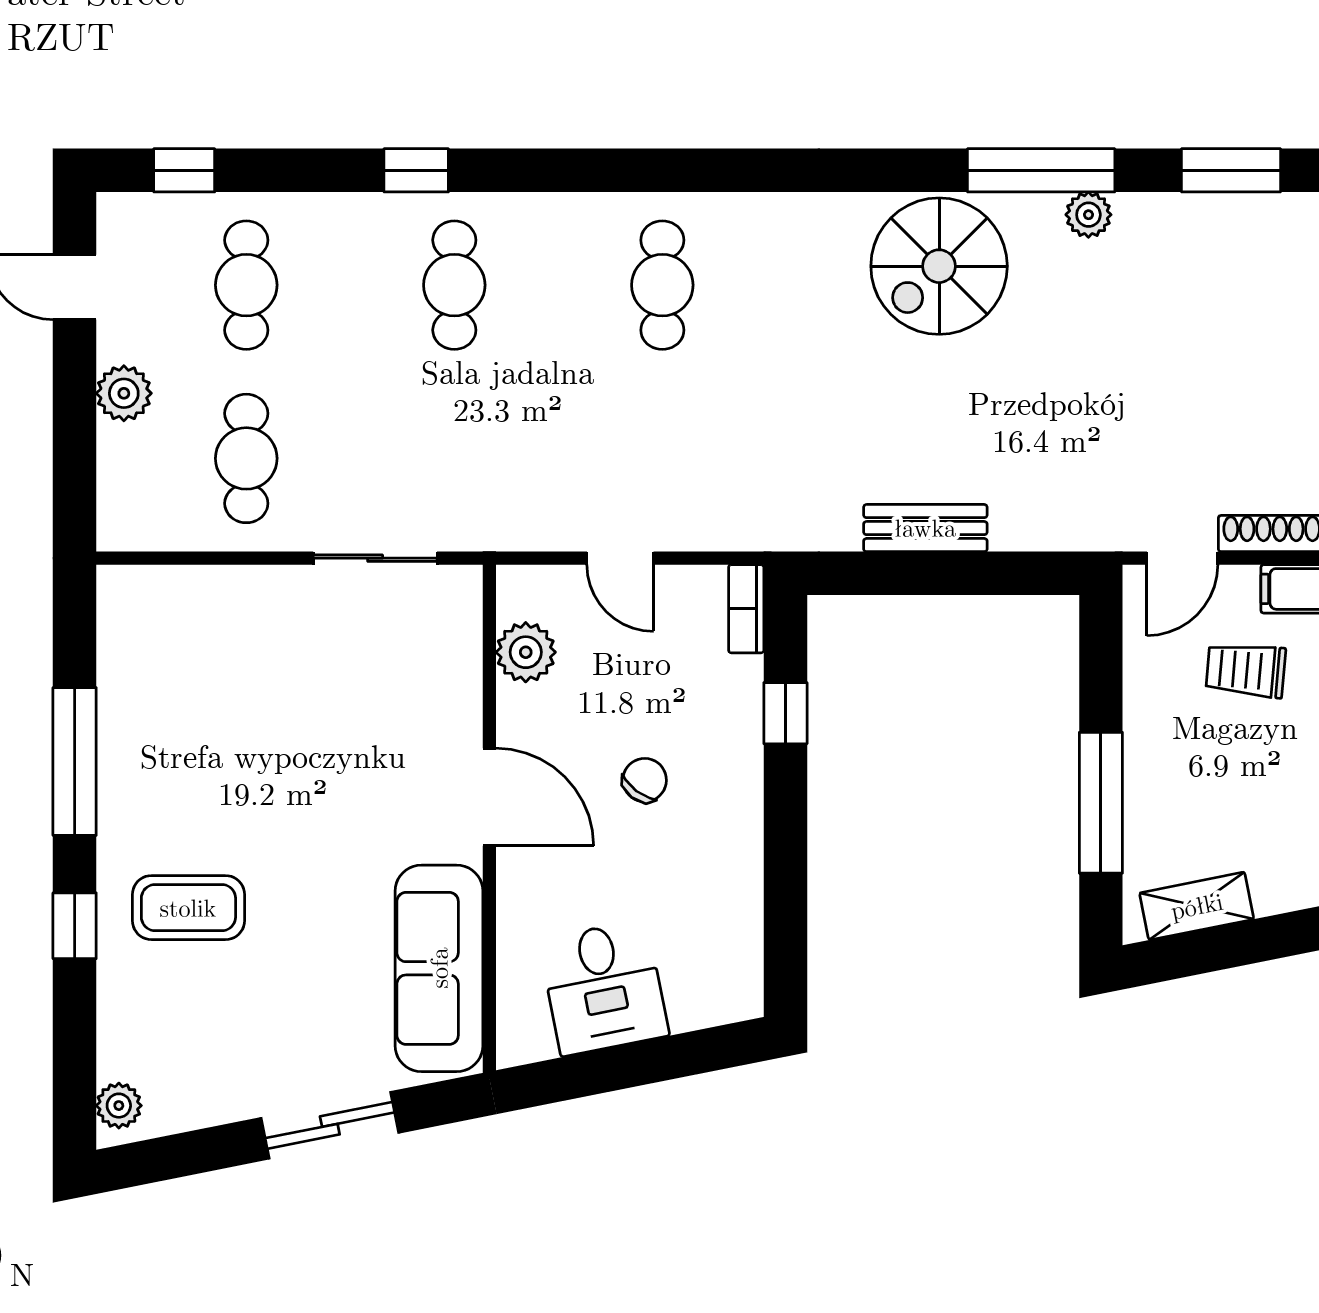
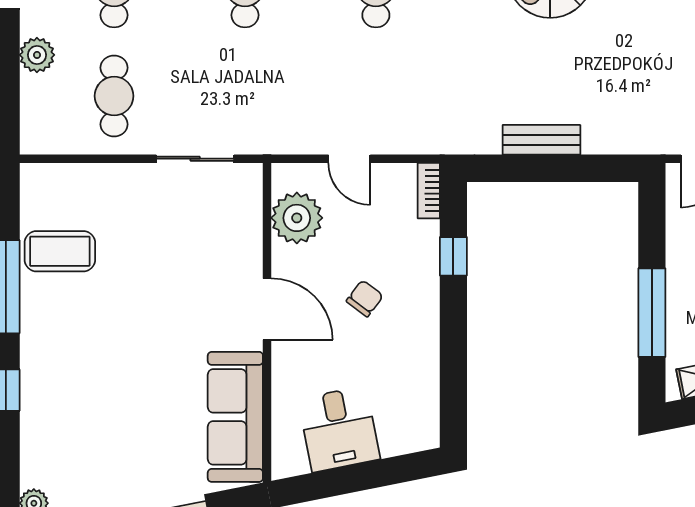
plant: (526, 652) -> (297, 218), width x1.36, depth x1.36
coffee table: (188, 908) -> (60, 251), moved

